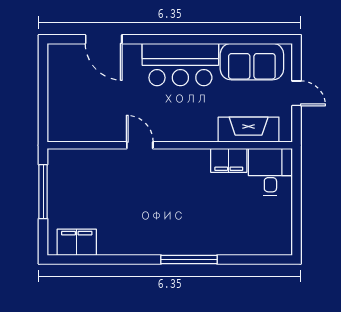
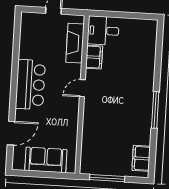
sofa: (252, 62) -> (46, 160), moved, turned -90
door: (140, 145) -> (82, 88), moved
window: (189, 260) -> (155, 110), moved

